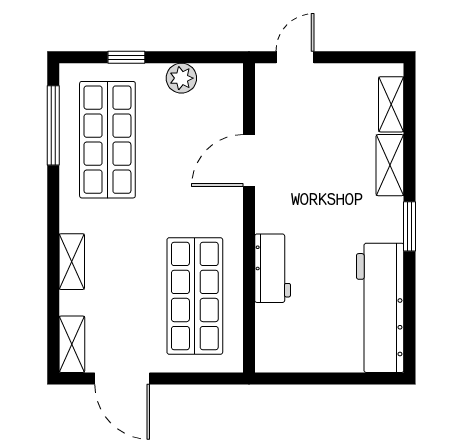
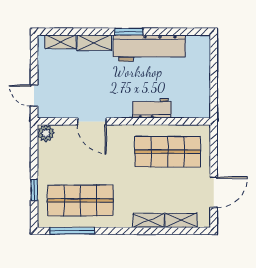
plant: (181, 78) -> (46, 133), moved
workbench: (380, 308) -> (149, 48), moved
shelving: (72, 344) -> (181, 220), moved

